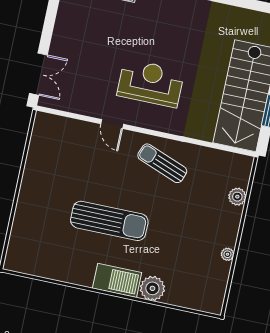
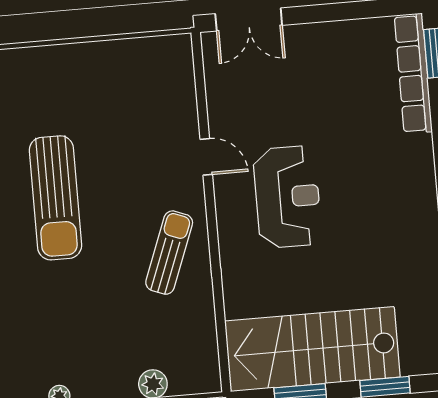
door: (112, 124) -> (206, 157), swing flipped

